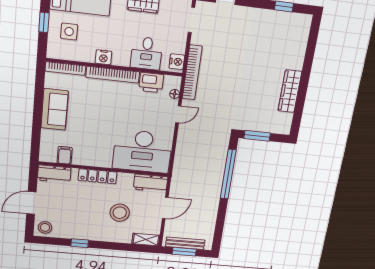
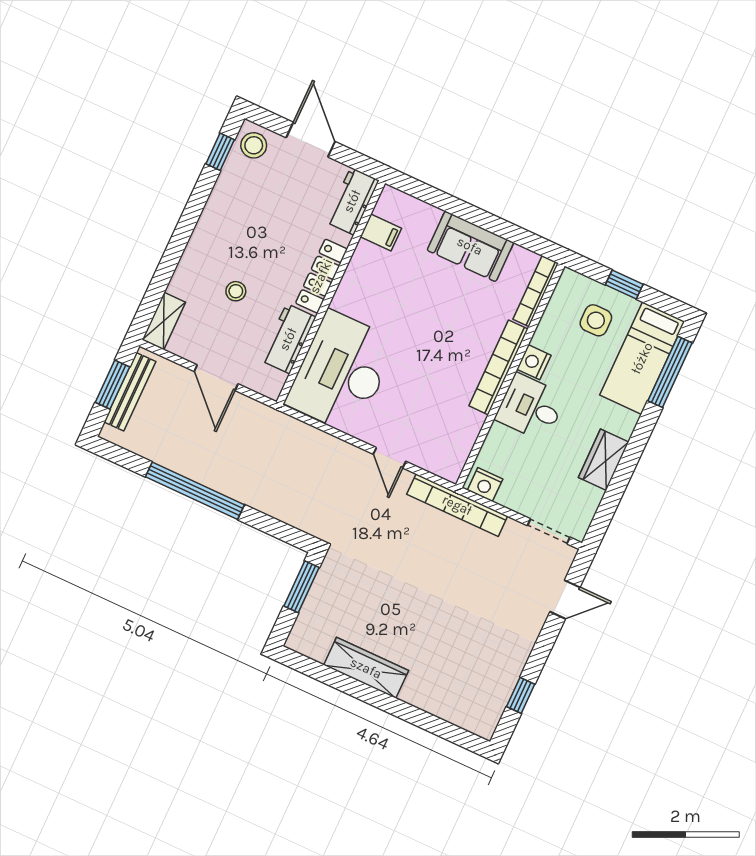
desk: (147, 53) -> (531, 407), moved
printer: (151, 82) -> (463, 429), removed
floor lamp: (175, 94) -> (429, 463), removed
window: (228, 174) -> (195, 491), moved
workbench: (151, 183) -> (288, 339), moved
stool: (120, 213) -> (236, 291), width x0.53, depth x0.53
window: (80, 243) -> (220, 152), moved

